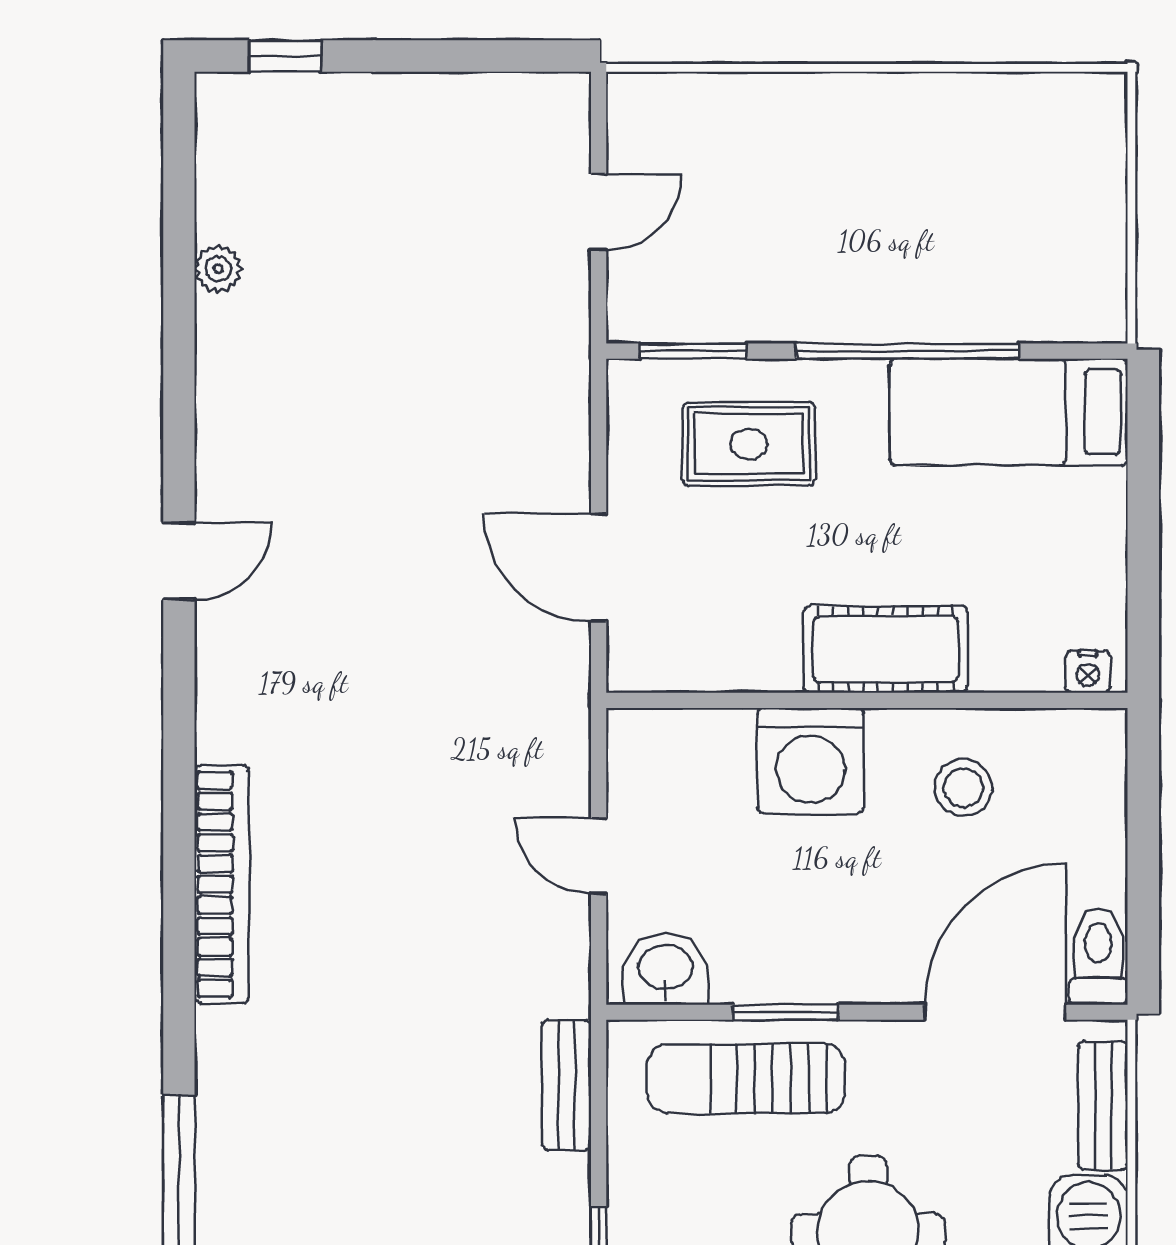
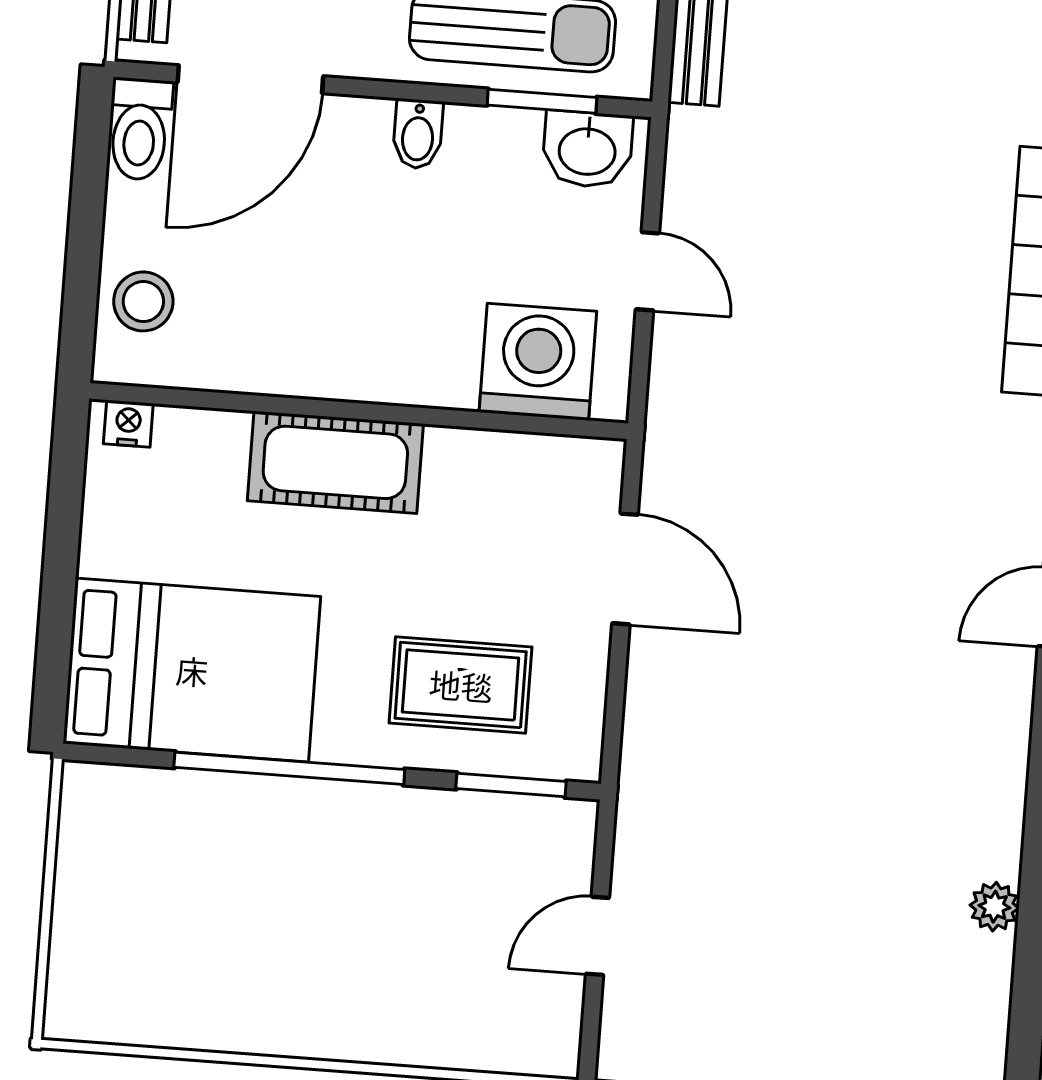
bed: (1009, 412) -> (192, 670), width x1.50
washing machine: (811, 761) -> (538, 362), moved
stool: (963, 788) -> (143, 301), moved
bidet: (830, 972) -> (418, 134), added
window: (786, 1012) -> (542, 101), moved

